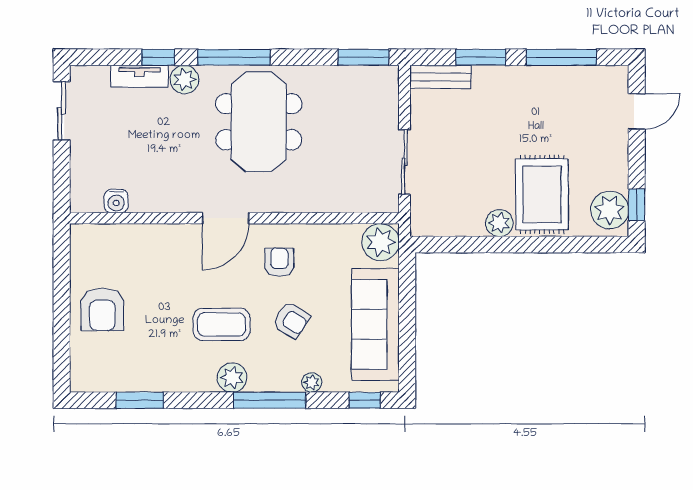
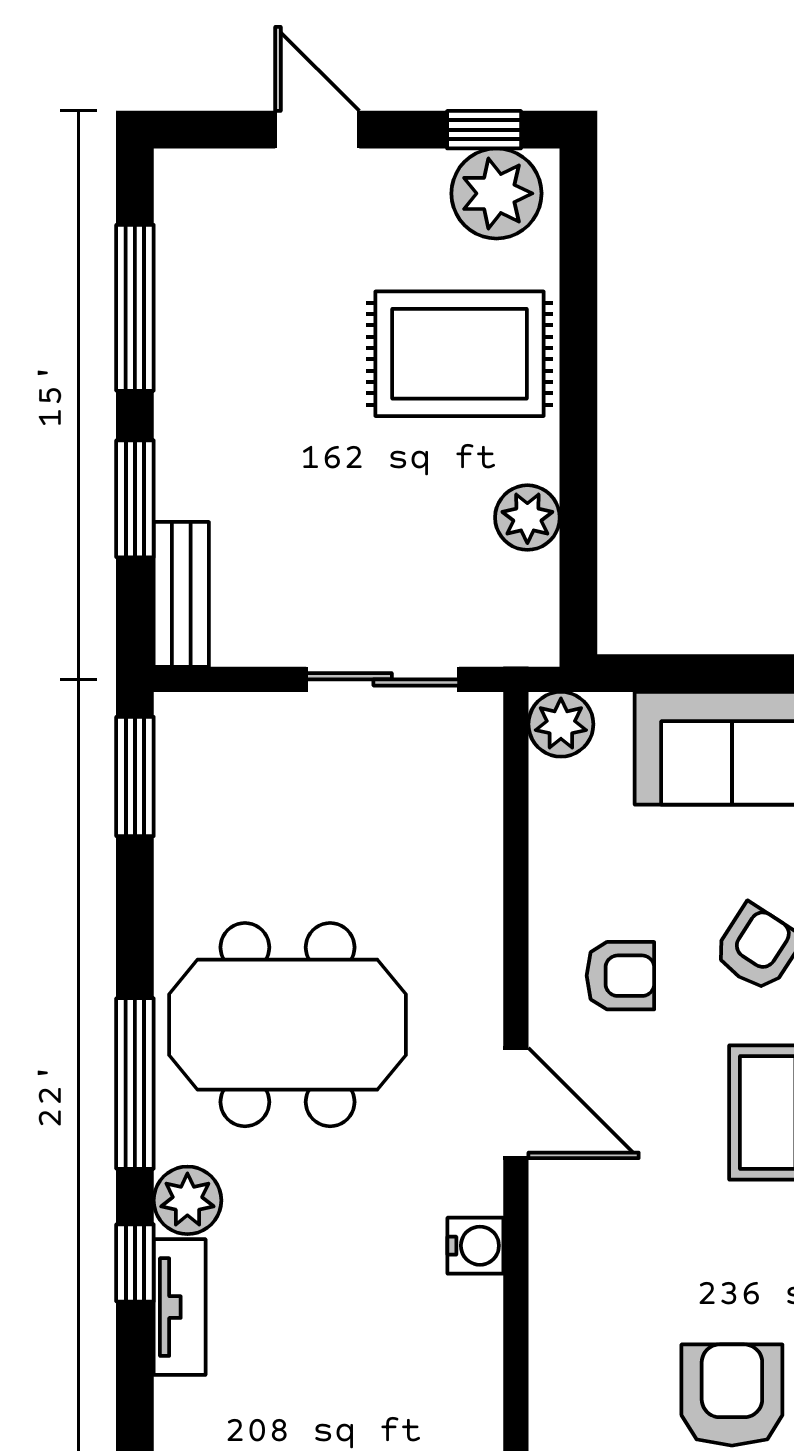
door: (637, 111) -> (317, 130), moved
water cooler: (116, 201) -> (475, 1246), moved
plant: (499, 223) -> (527, 518), moved
plant: (381, 242) -> (561, 724), width x0.73, depth x0.73
armchair: (279, 262) -> (620, 976), turned 180
armchair: (102, 309) -> (732, 1395), turned -90

